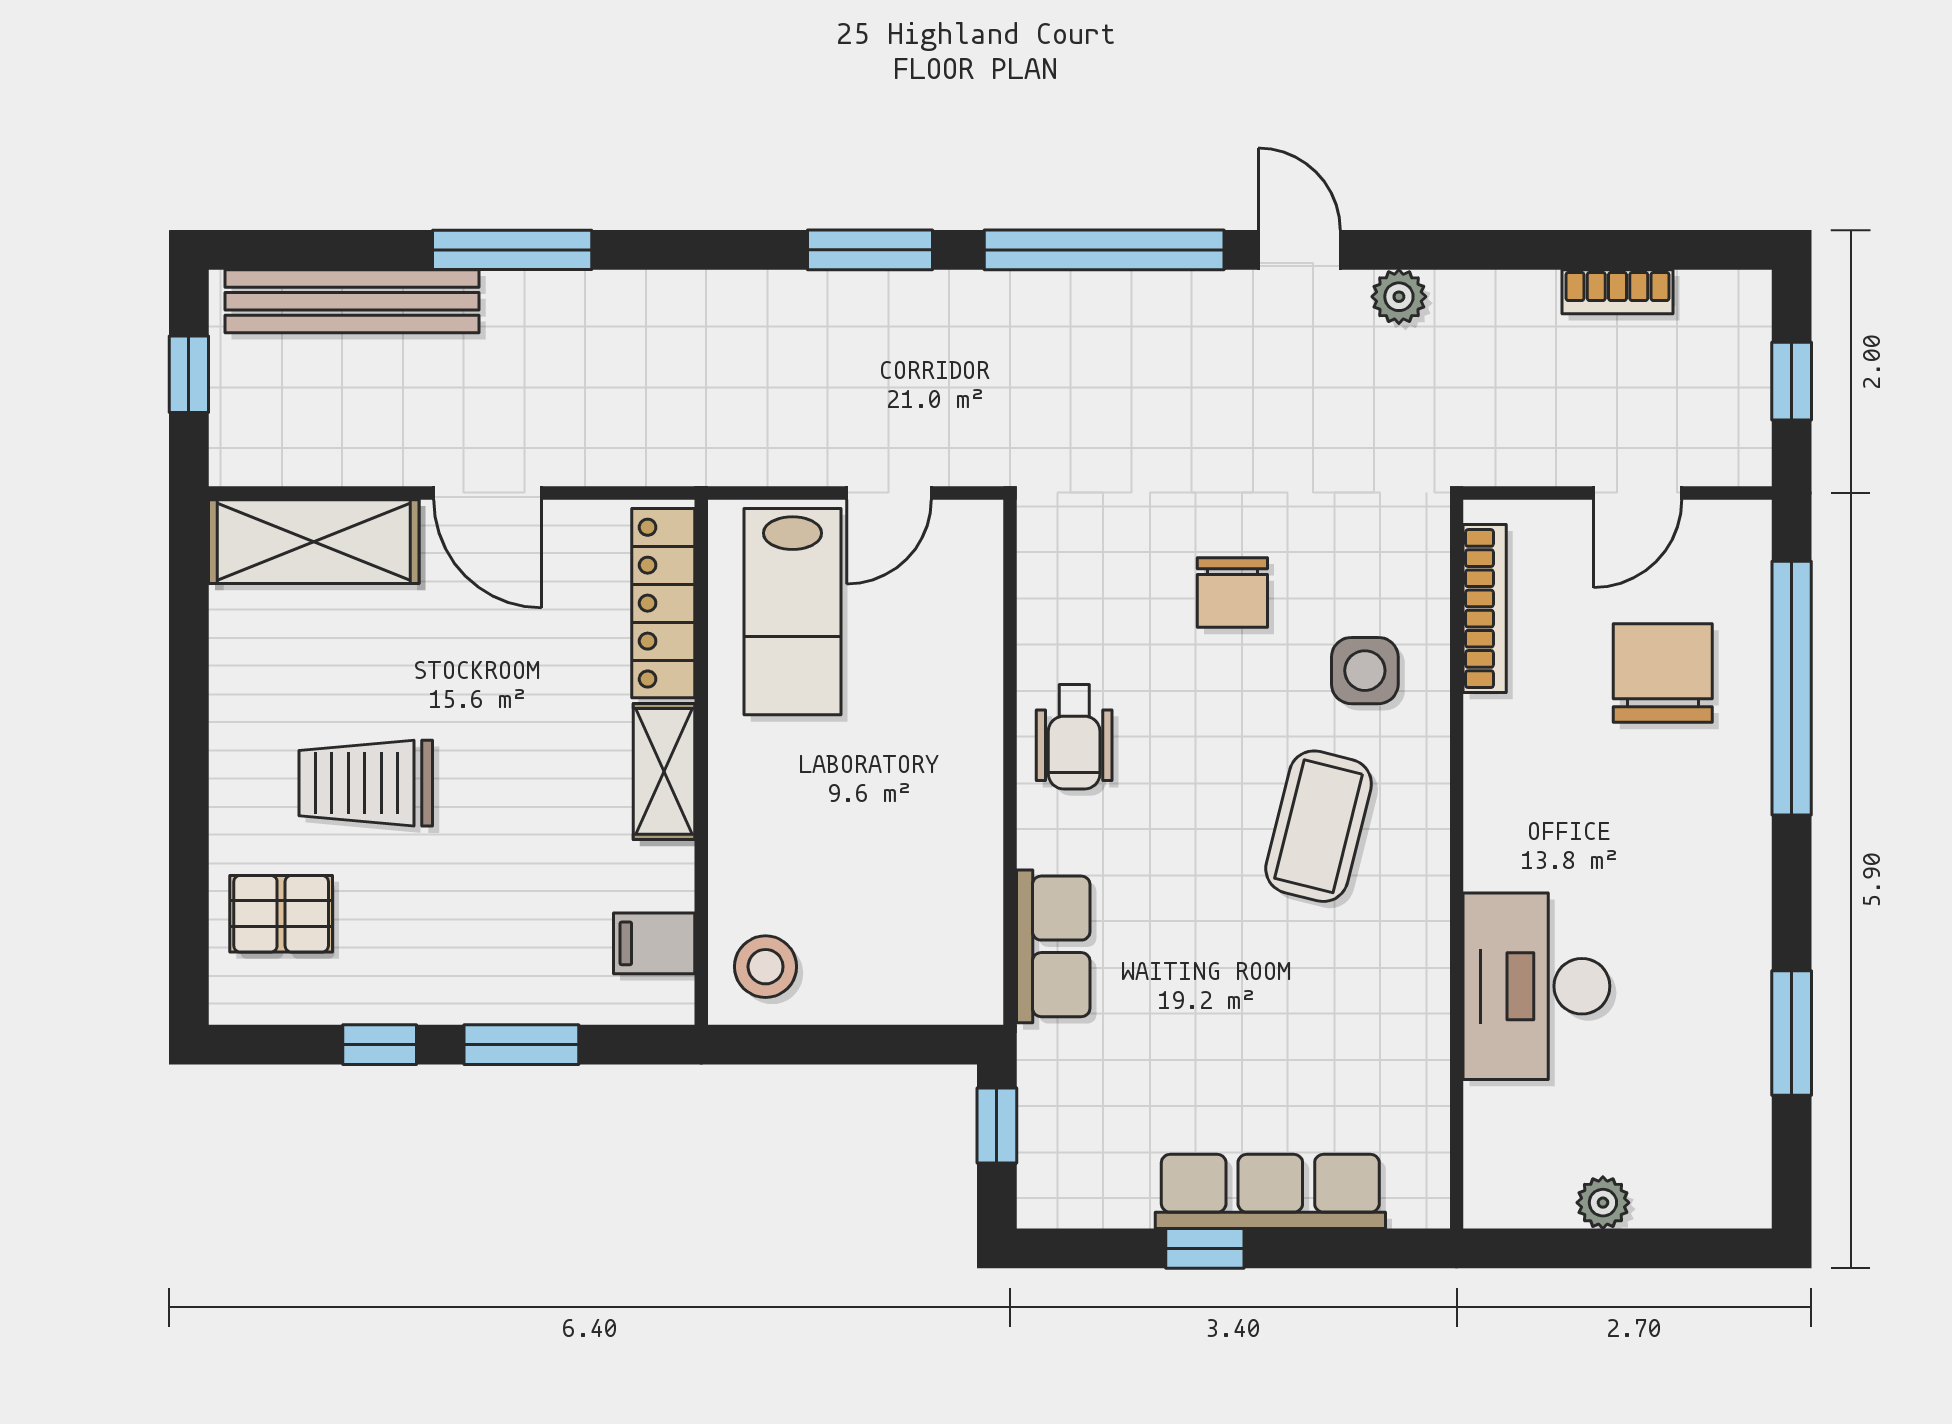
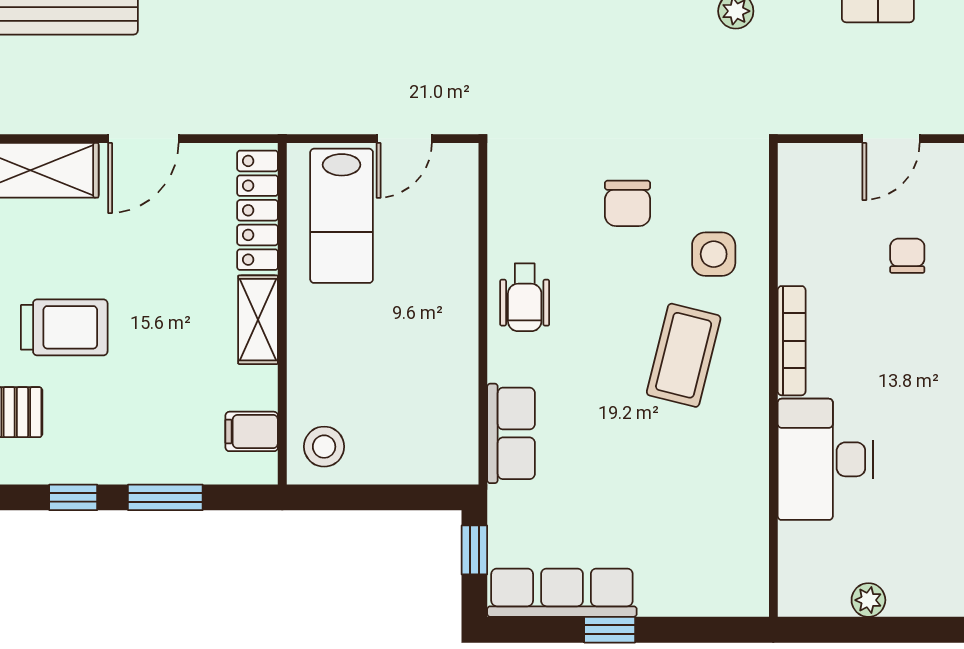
door: (488, 493) -> (143, 139), hinge flipped
bookcase: (1485, 609) -> (792, 341), moved
chair: (1663, 673) -> (907, 256), width x0.54, depth x0.54
trolley: (366, 783) -> (64, 327), turned 180
row of seats: (1270, 1191) -> (562, 593), moved

